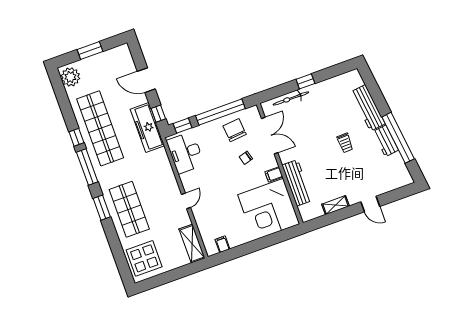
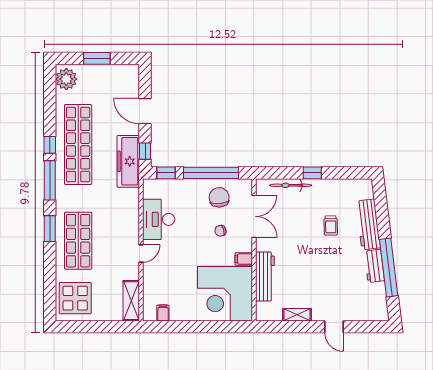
trolley: (345, 143) -> (331, 225), moved
desk: (185, 153) -> (159, 219), moved

